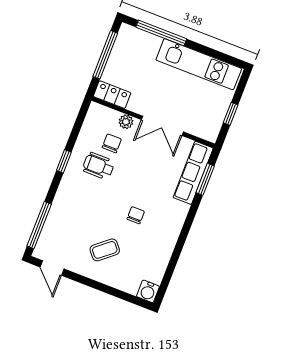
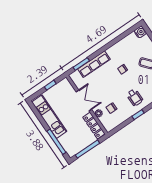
locker: (112, 95) -> (94, 125), width x1.53
wheelchair: (98, 166) -> (135, 97), moved
row of seats: (193, 173) -> (94, 64), moved

